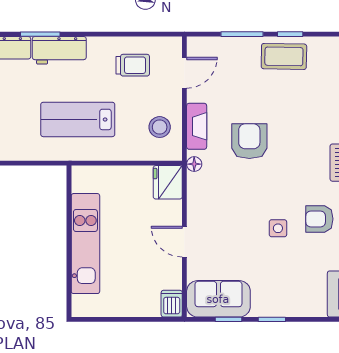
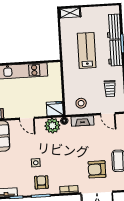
lab bench: (78, 119) -> (87, 50), moved
armchair: (249, 141) -> (97, 169), moved, turned 180
plant: (203, 189) -> (52, 126), added
door: (184, 242) -> (27, 118), swing flipped

